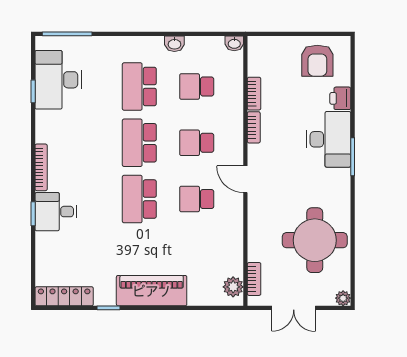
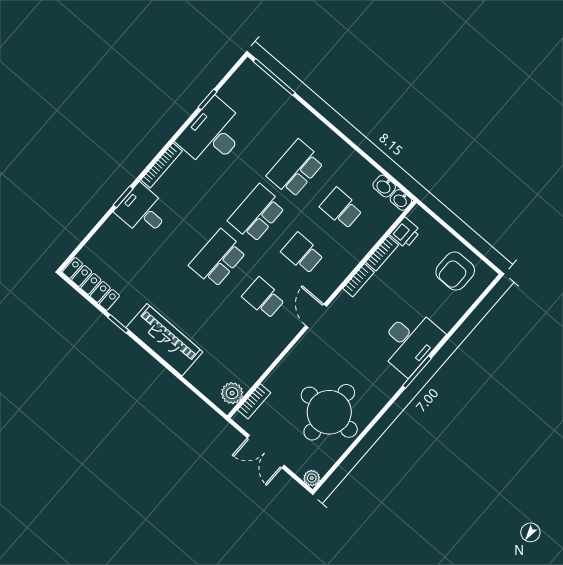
washbasin: (174, 44) -> (384, 186), moved
desk: (58, 80) -> (213, 134), moved
printer: (340, 98) -> (405, 233), moved, turned 180

